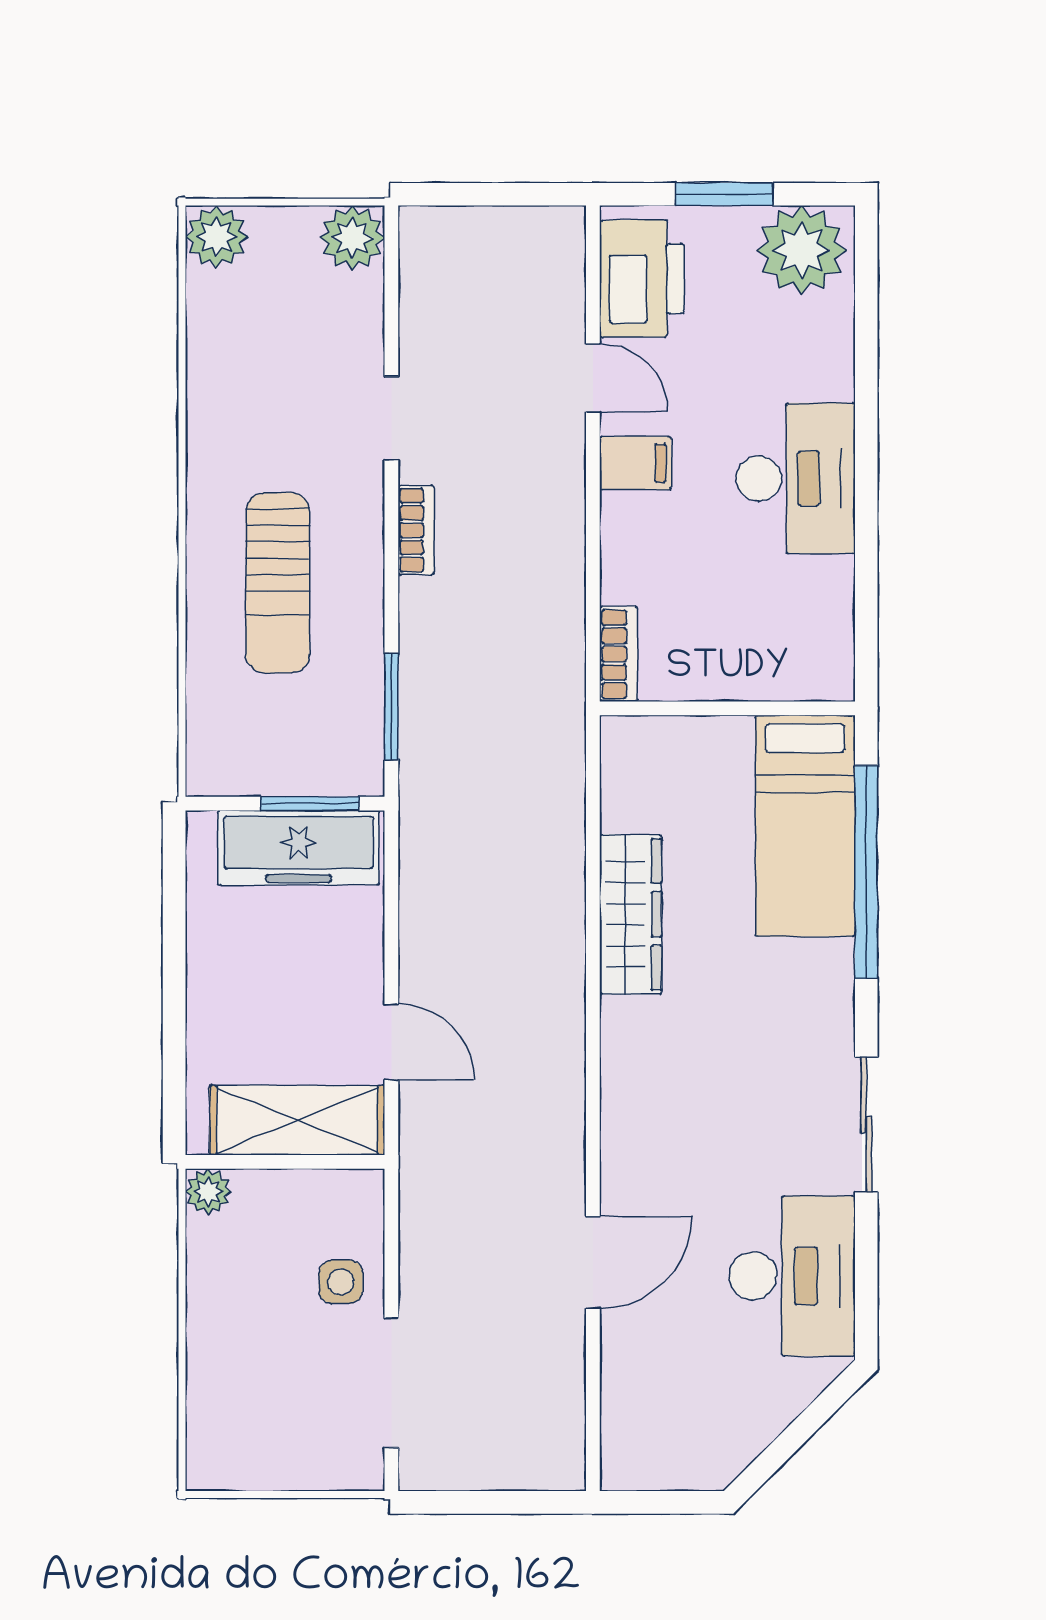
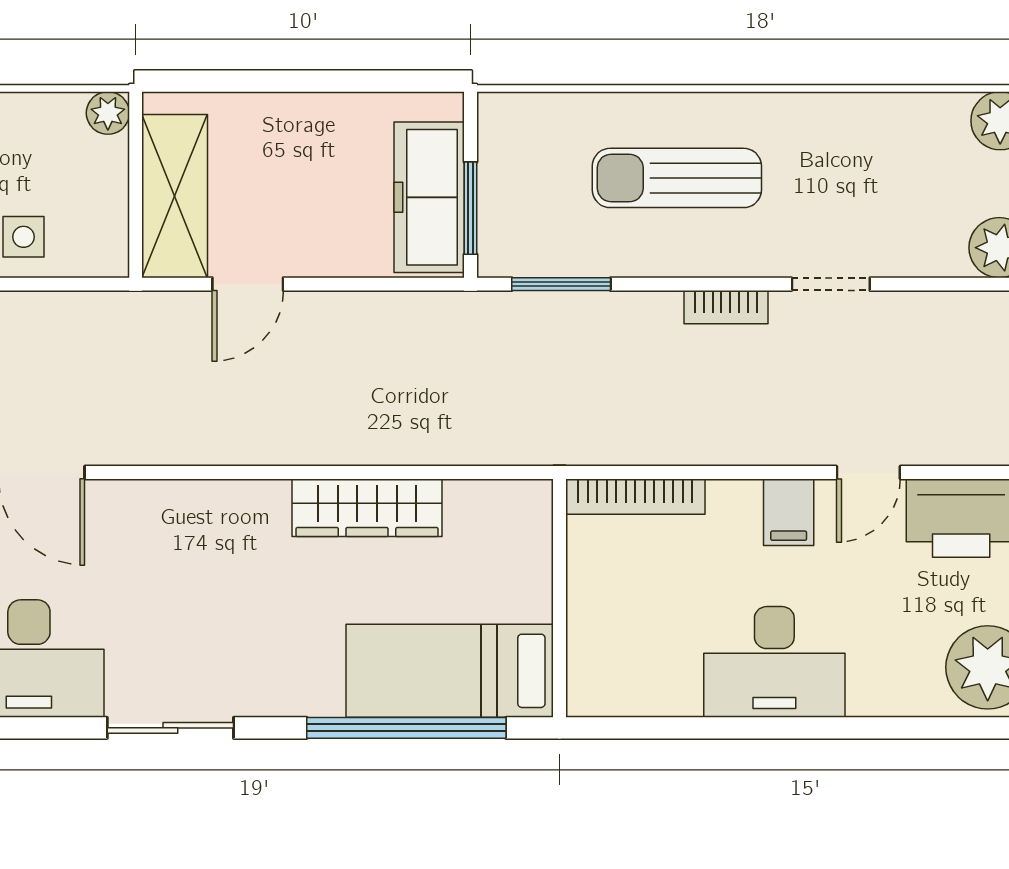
bookcase: (619, 654) -> (635, 497), width x1.56

